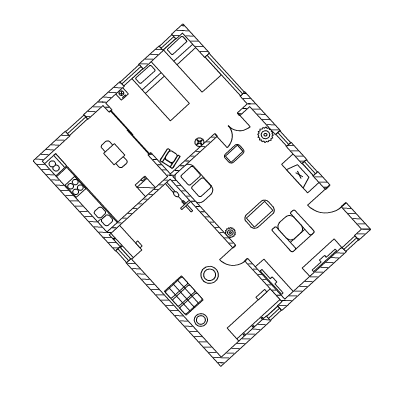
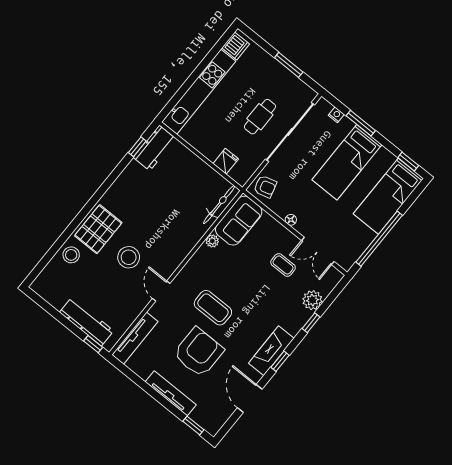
plant: (230, 233) -> (212, 241), moved
workbench: (254, 314) -> (87, 322), width x0.73, depth x0.76

